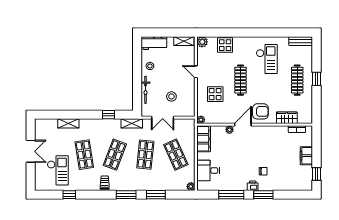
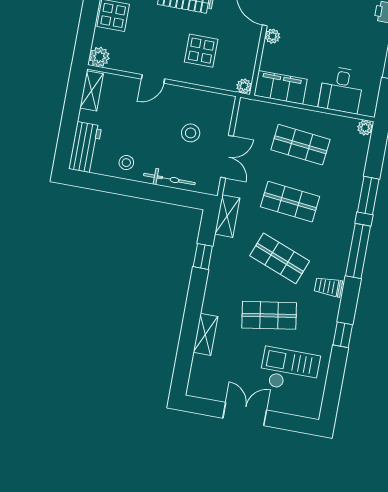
shop shelf: (176, 155) -> (300, 145), turned 30
window: (69, 195) -> (343, 335), moved
window: (126, 195) -> (358, 251), width x1.44

